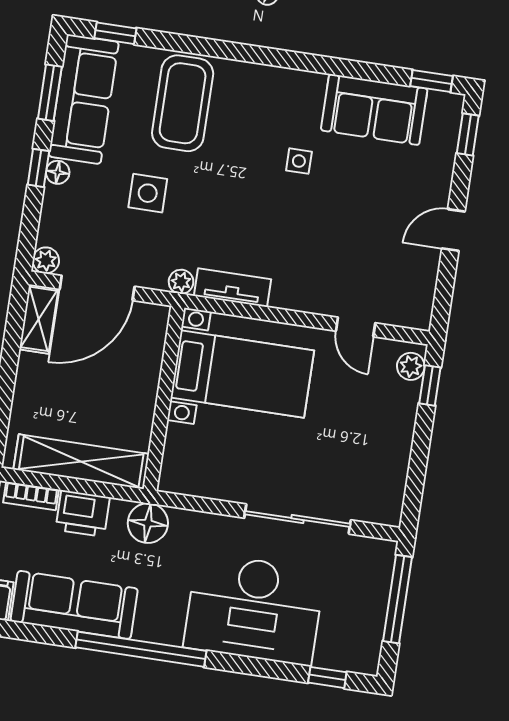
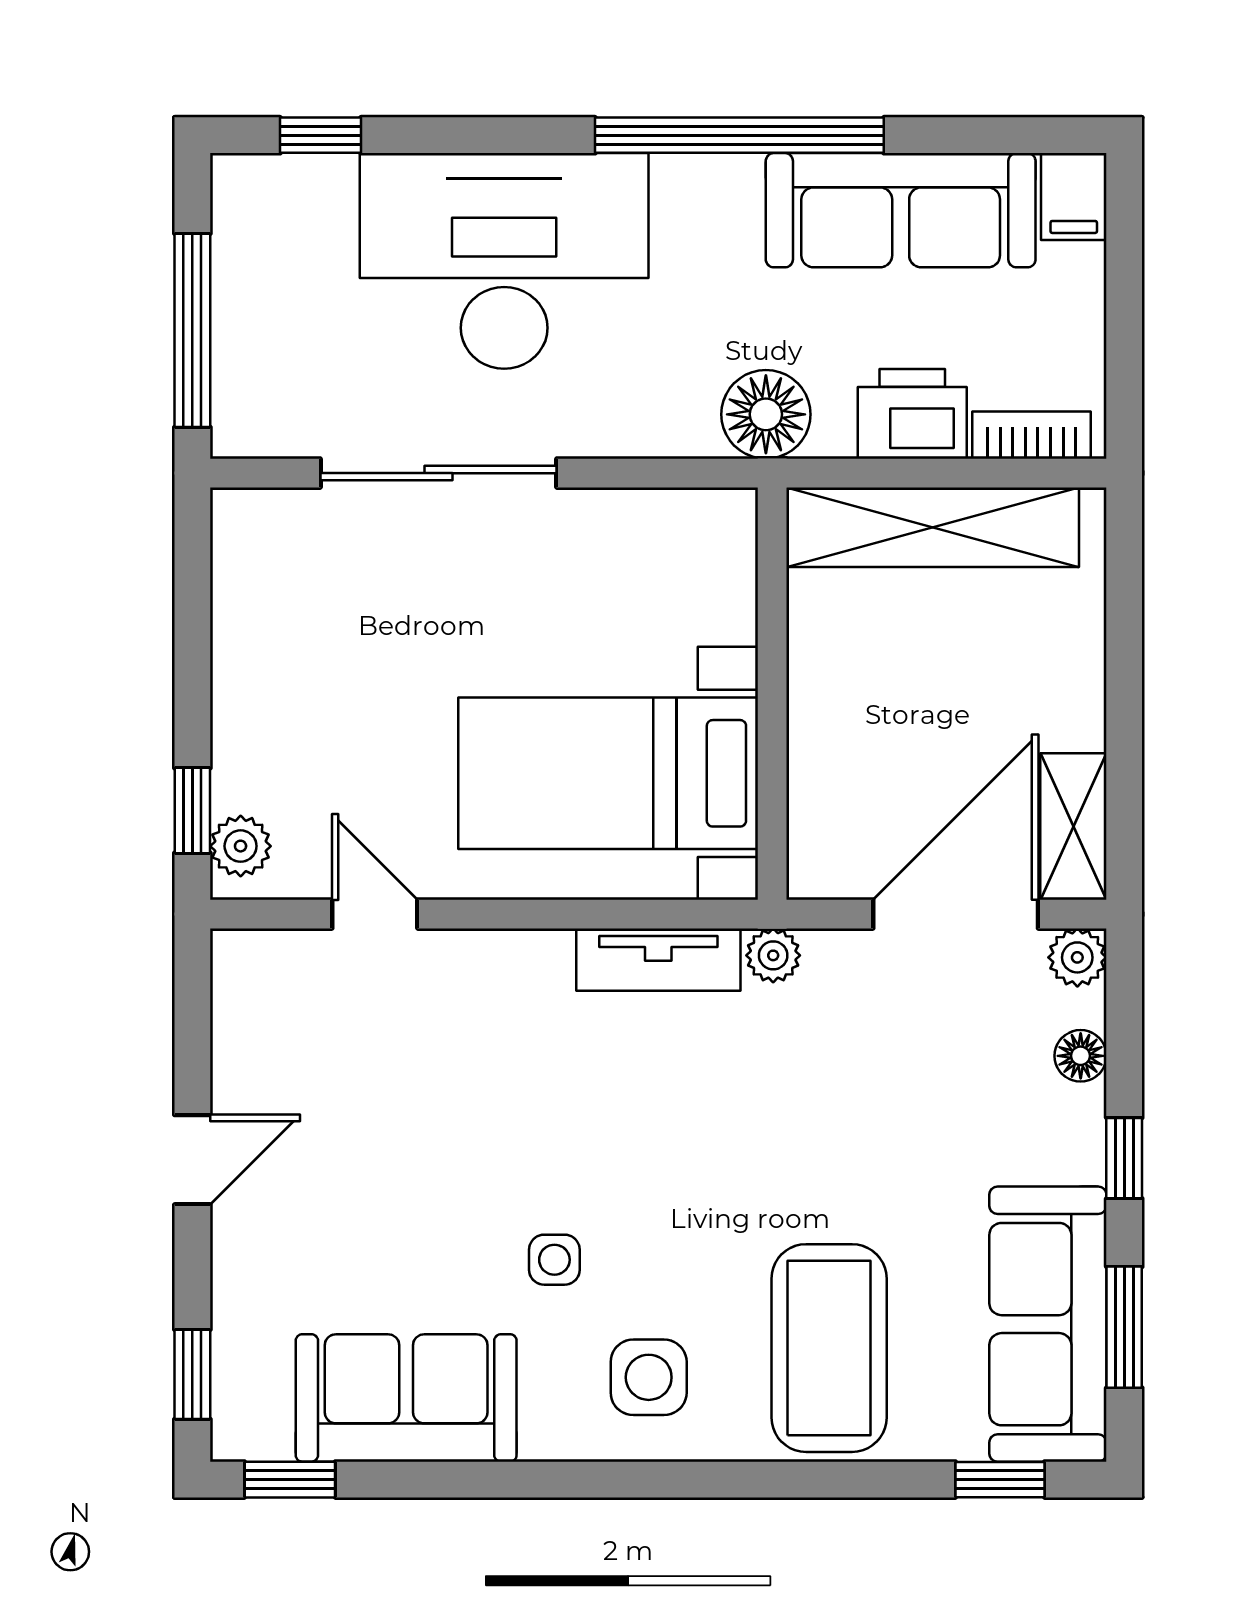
floor lamp: (58, 172) -> (1081, 1056), moved
side table: (148, 193) -> (649, 1377), moved

